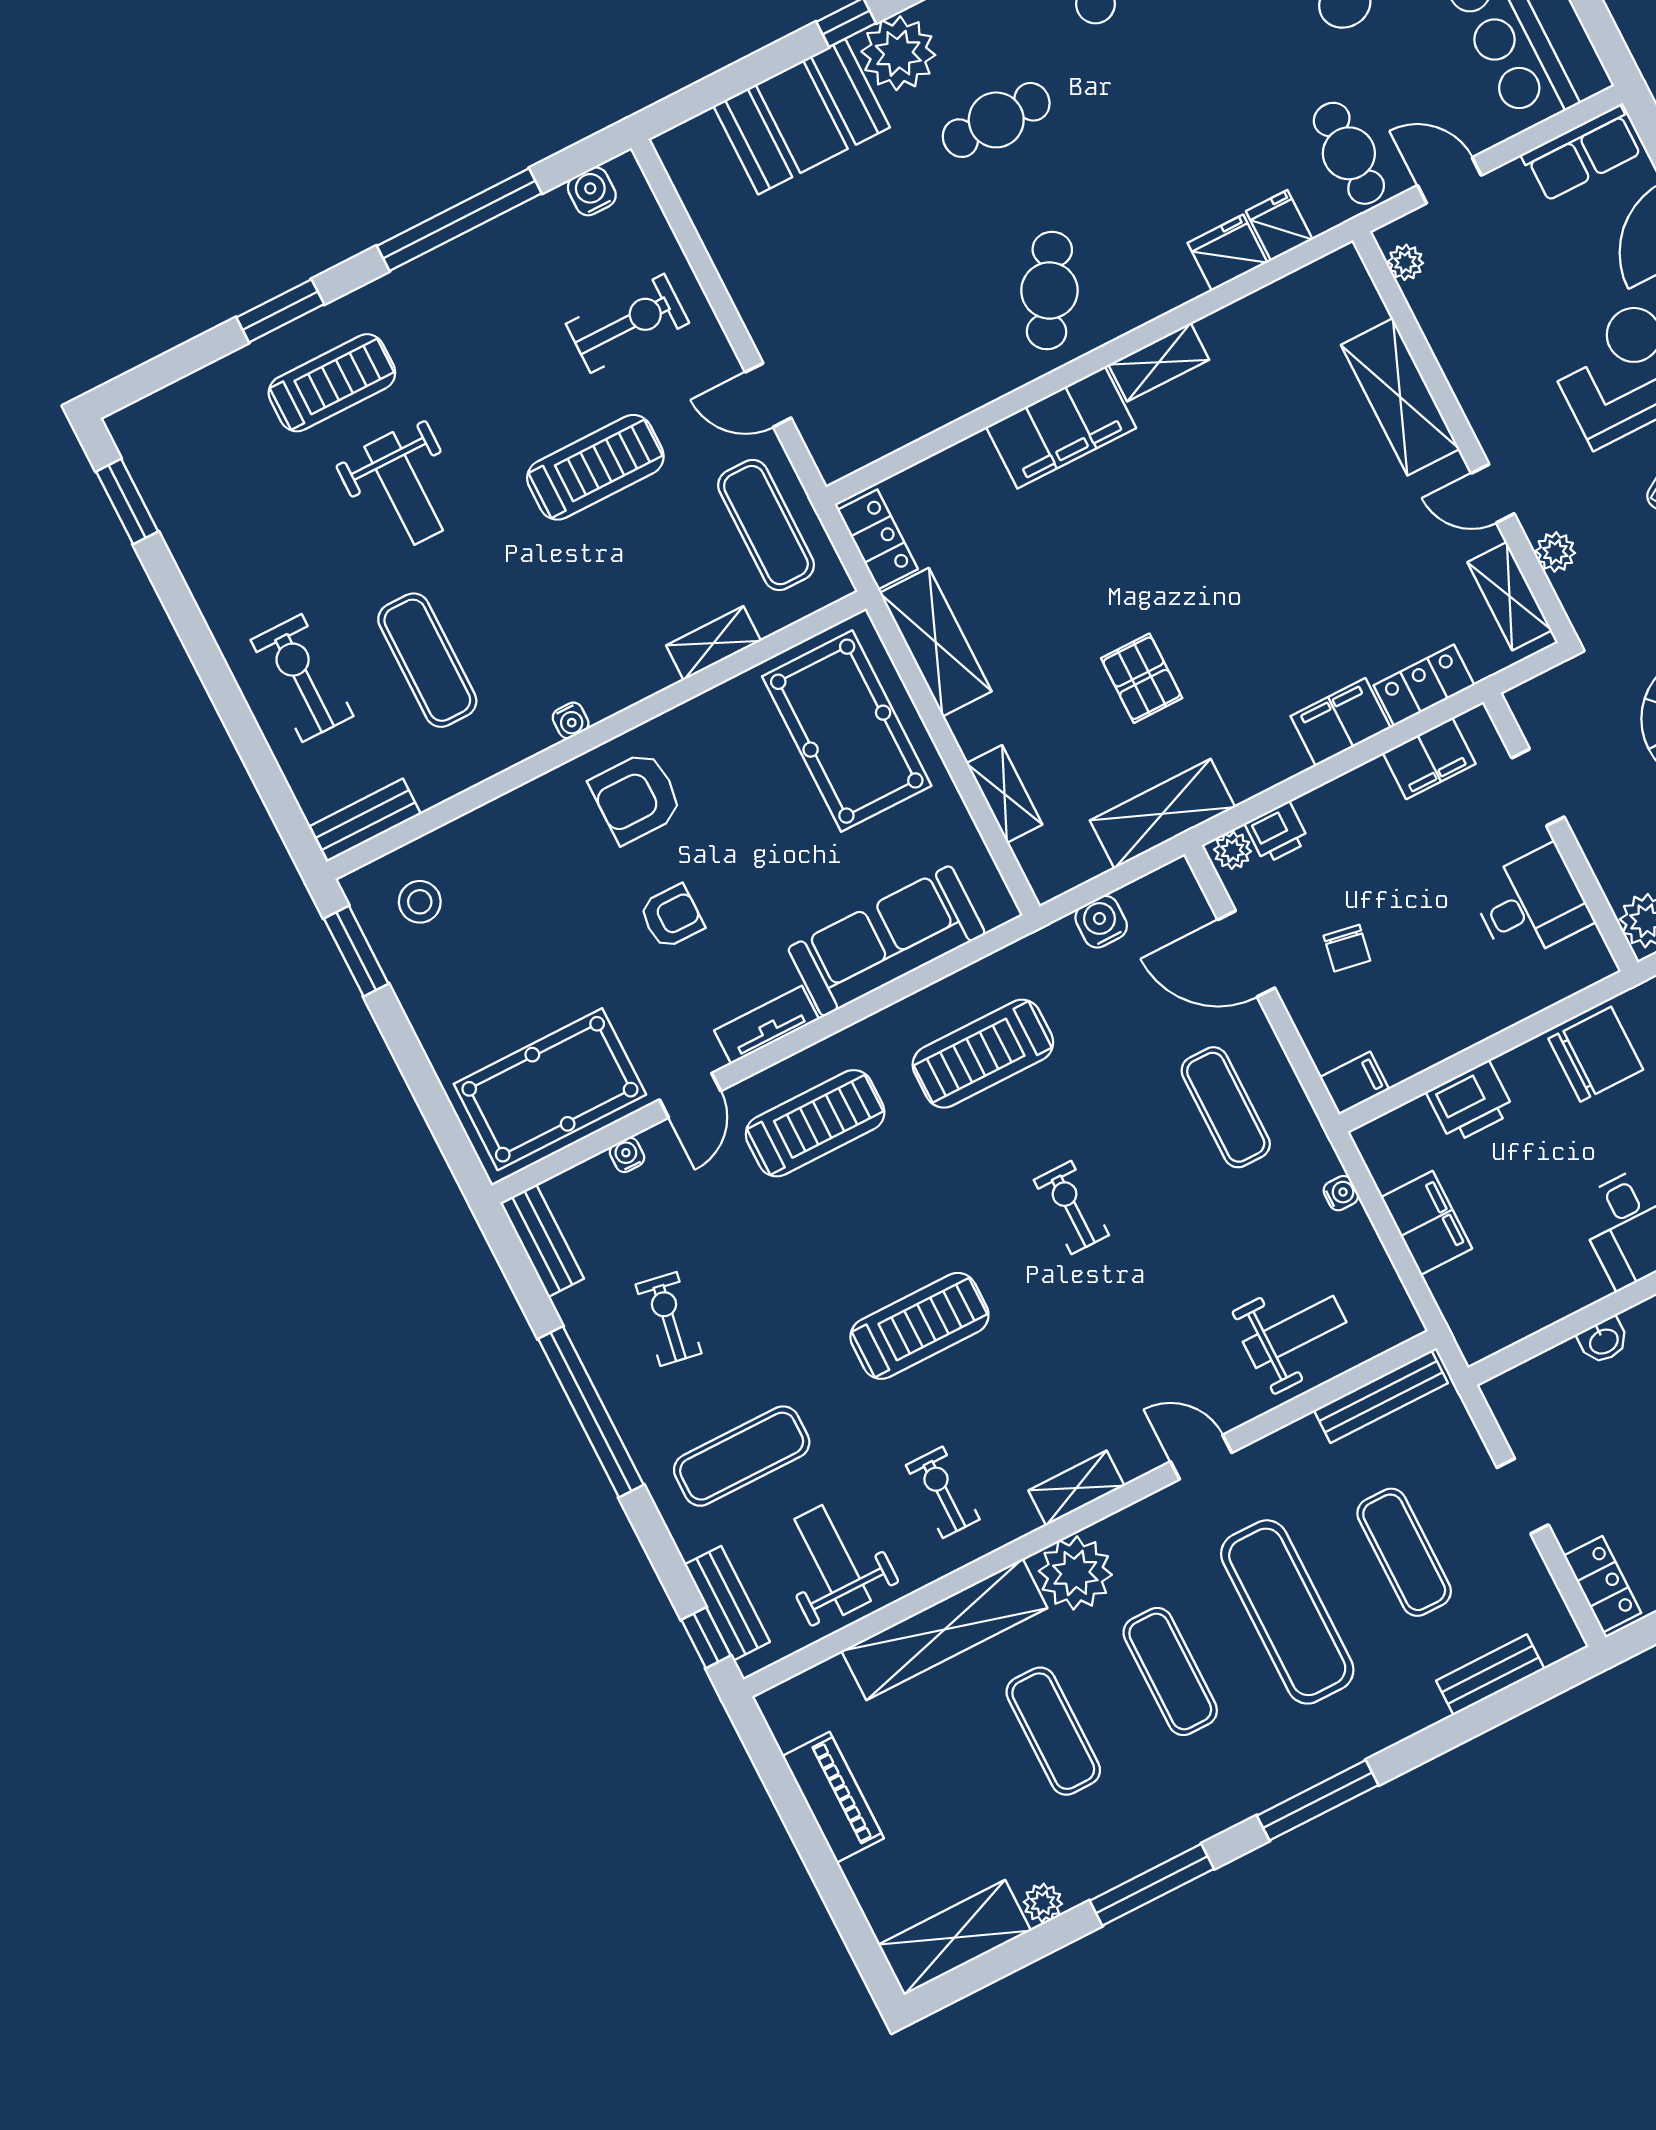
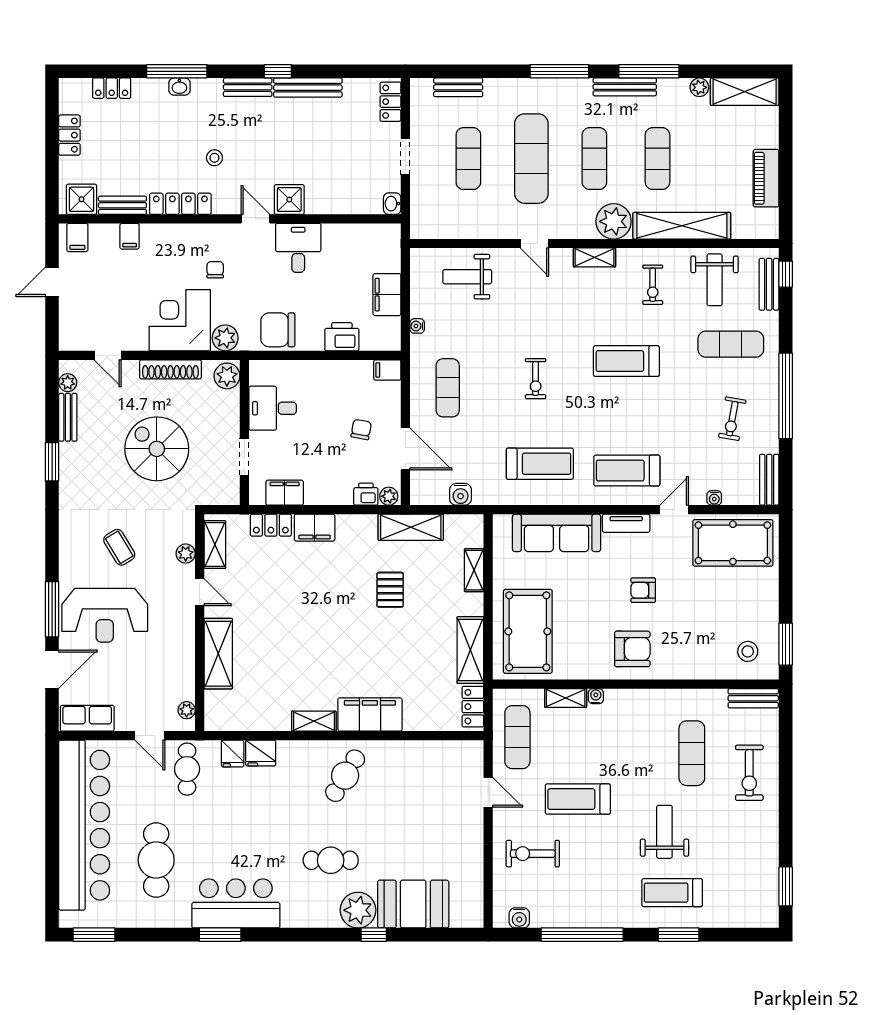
water cooler: (571, 720) -> (596, 696), moved
washbasin: (1603, 1341) -> (392, 204), moved, turned -90
bench: (1381, 1397) -> (625, 87), moved

